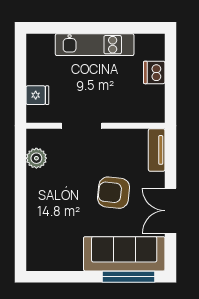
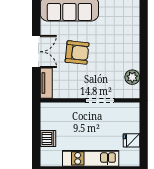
fridge: (37, 95) -> (132, 140), moved
double door: (171, 211) -> (36, 52), moved

